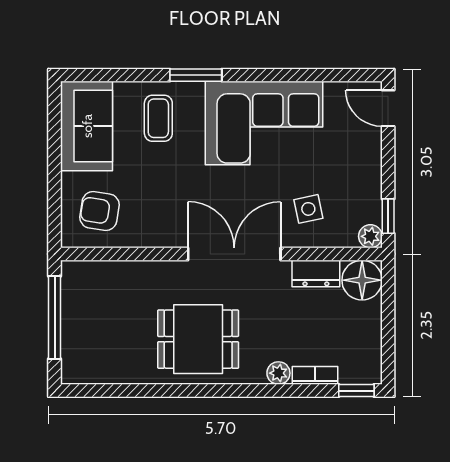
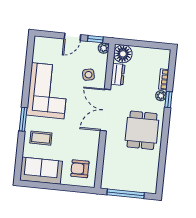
door: (388, 108) -> (72, 37), moved
armchair: (99, 211) -> (80, 169), turned 81
window: (356, 391) -> (168, 100), moved

